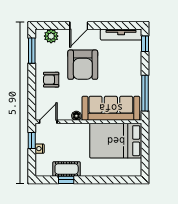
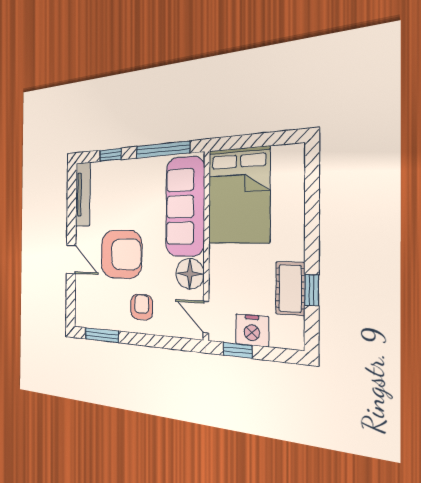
plant: (51, 36) -> (84, 303), removed
window: (145, 44) -> (110, 155), moved
armchair: (51, 80) -> (142, 307), turned 180
floor lamp: (76, 116) -> (190, 274), width x1.89, depth x1.89
nightstand: (40, 149) -> (252, 330), width x1.89, depth x1.79

